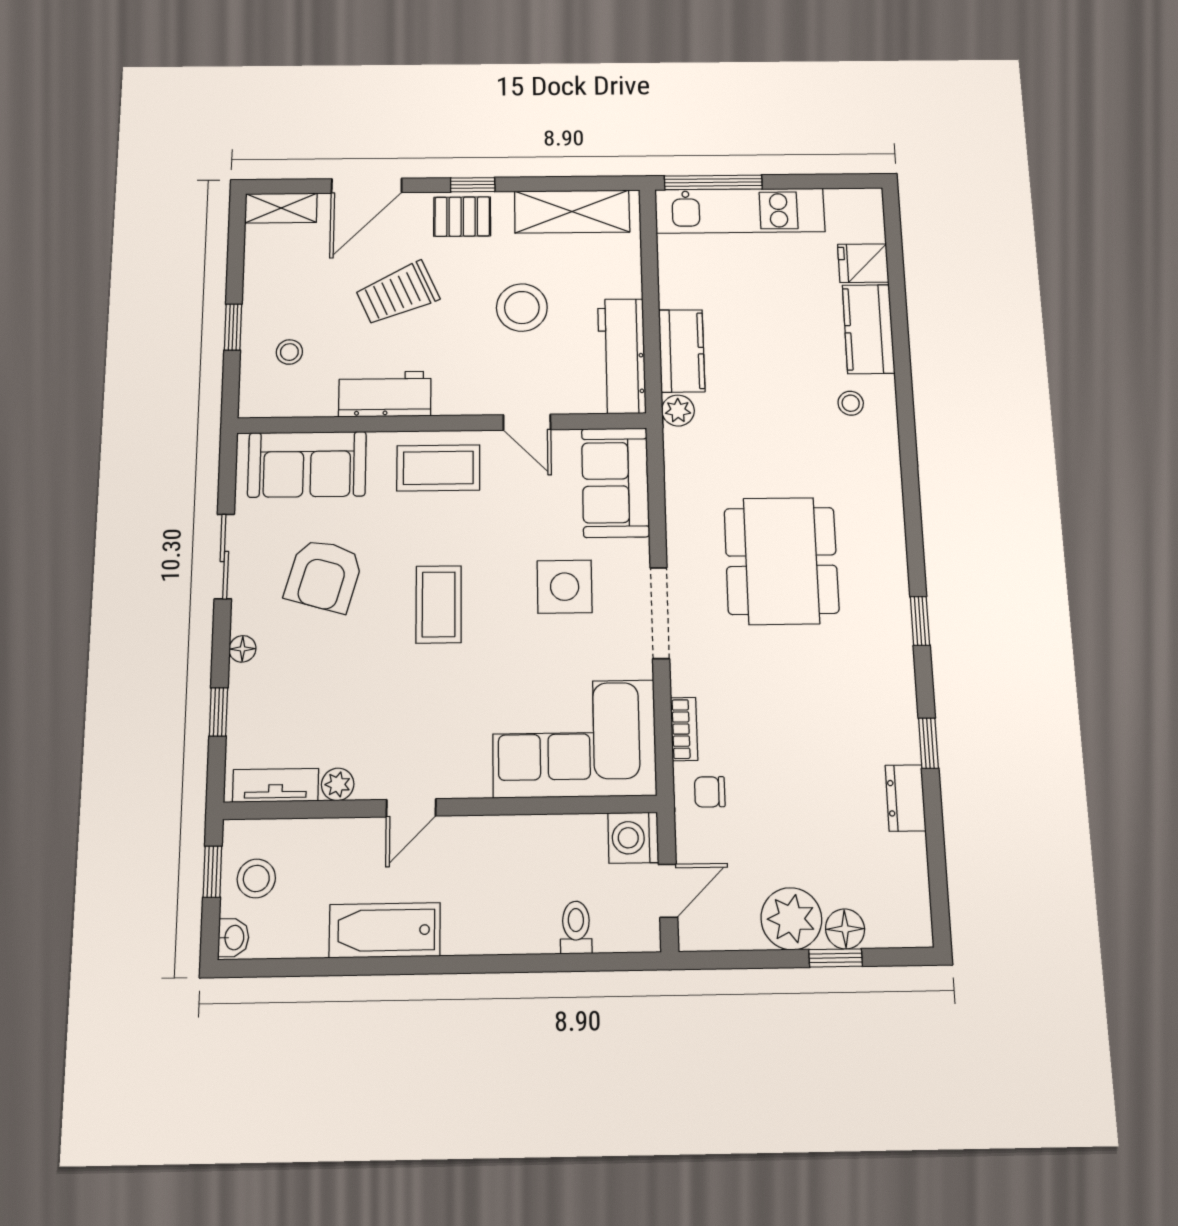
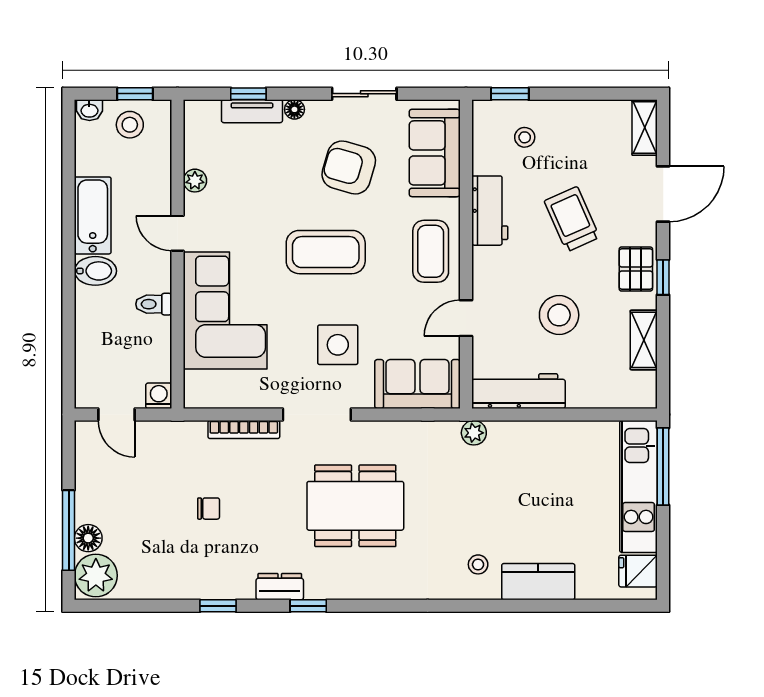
door: (367, 186) -> (663, 194), swing flipped
shelving: (572, 212) -> (644, 340), width x0.67, depth x0.75
fridge: (863, 263) -> (638, 571), moved, turned -90
window: (233, 327) -> (510, 94), moved
kitchen counter: (682, 351) -> (522, 437), removed
coffee table: (439, 604) -> (326, 252), width x1.36, depth x1.32
bookcase: (684, 729) -> (244, 430), width x1.56
corner sofa: (574, 739) -> (225, 311), moved
tv unit: (276, 785) -> (252, 111), moved, turned 90
chair: (710, 792) -> (209, 509), moved, turned 90
dresser: (906, 798) -> (280, 587), moved
washing machine: (633, 838) -> (159, 396), width x0.73, depth x0.73
plant: (791, 919) -> (96, 576), moved
bidet: (464, 925) -> (95, 271), added
toilet: (576, 927) -> (154, 304), moved, turned 180
window: (836, 958) -> (69, 530), width x2.17

